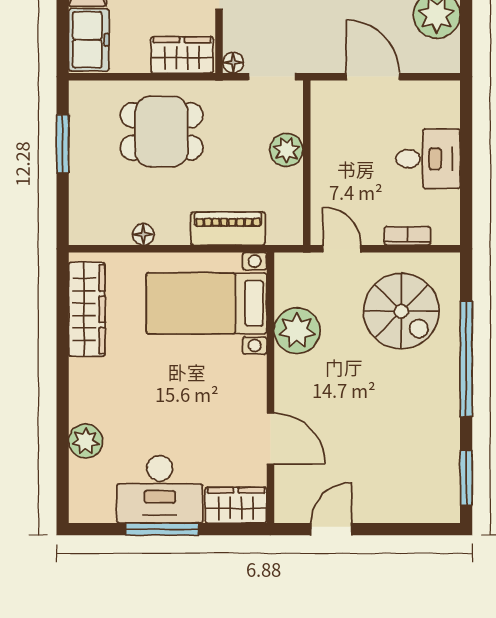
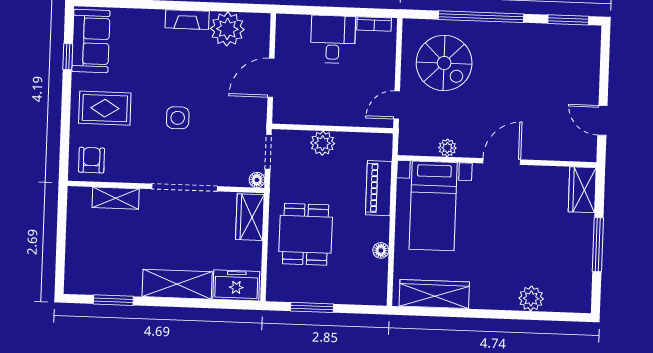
bookcase: (408, 236) -> (374, 24), moved, turned -90
spiral stairs: (401, 311) -> (444, 63), turned 90
plant: (297, 330) -> (447, 148), width x0.53, depth x0.53
door: (270, 439) -> (502, 161), moved
desk: (160, 489) -> (569, 245), removed

